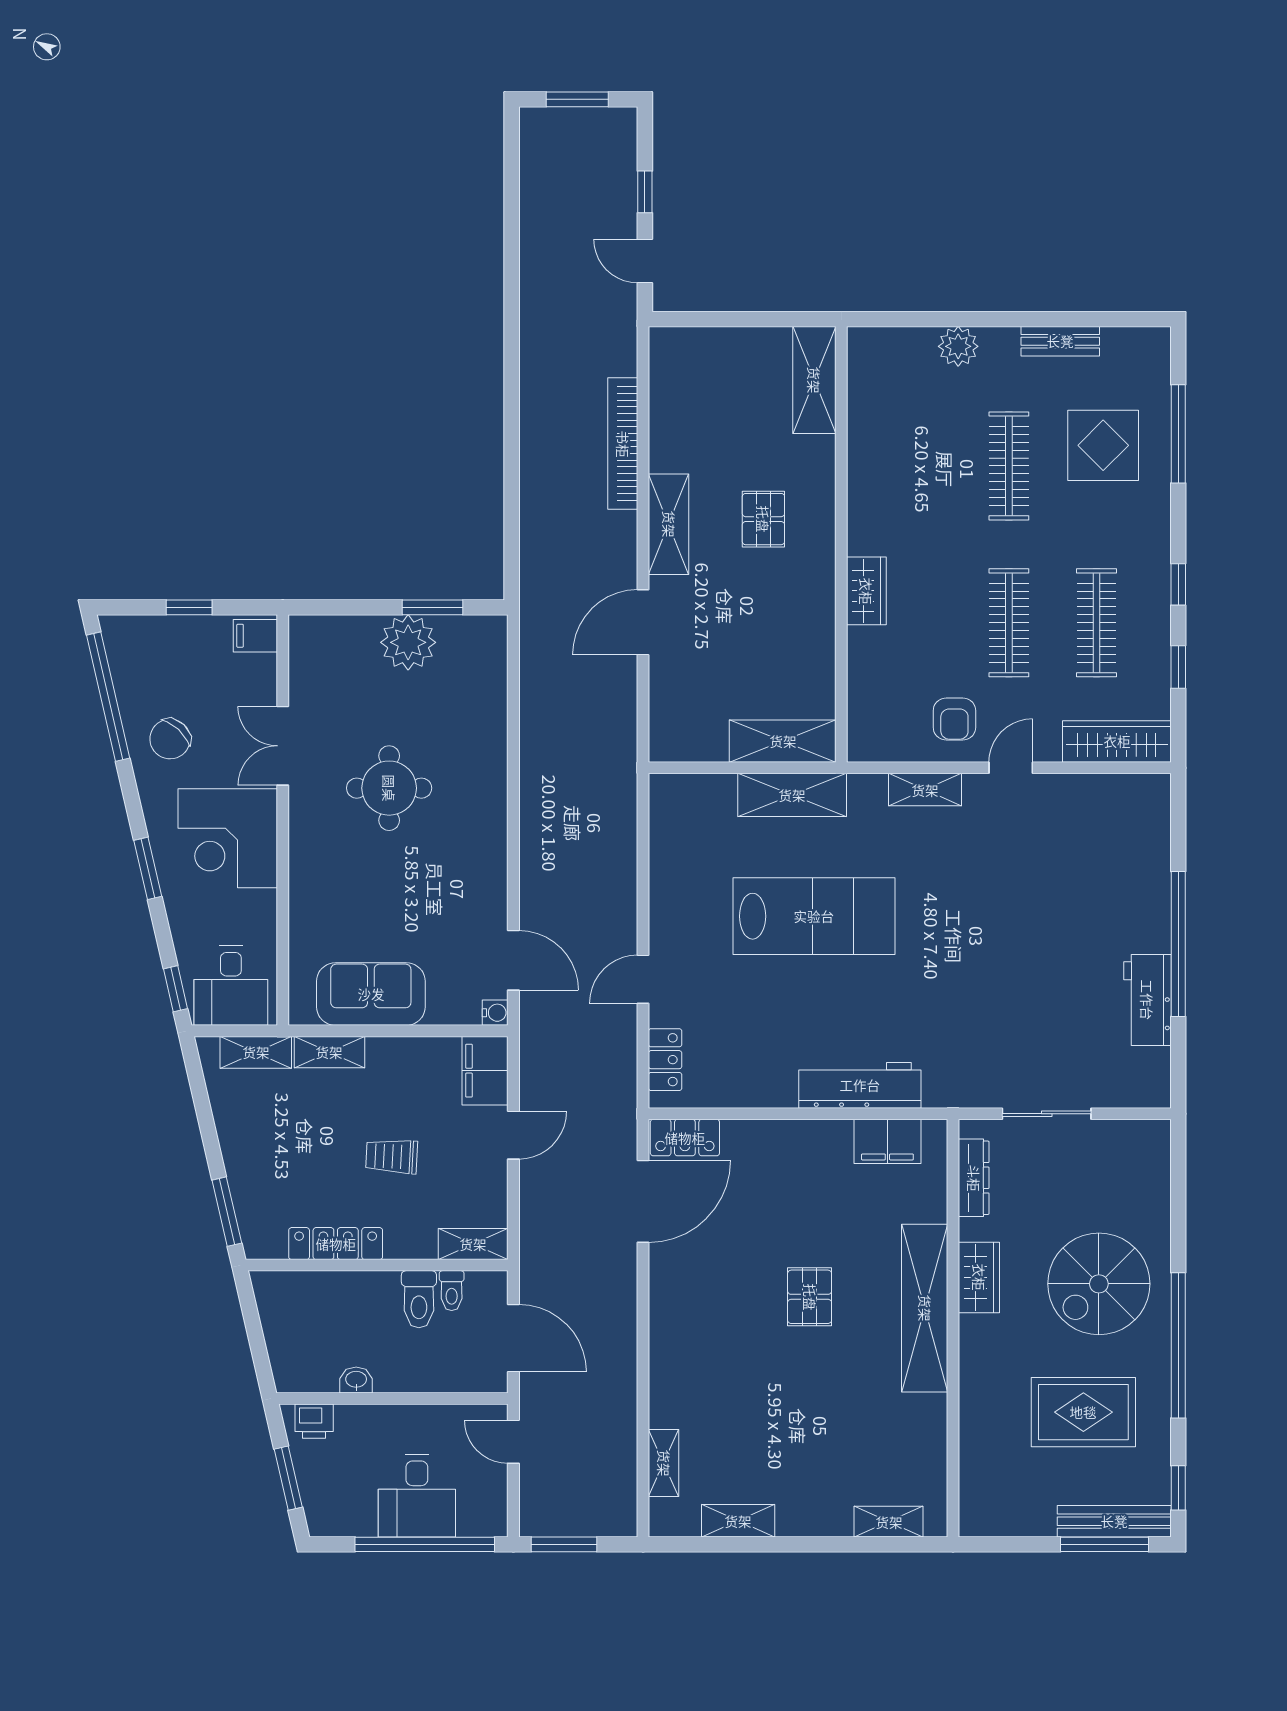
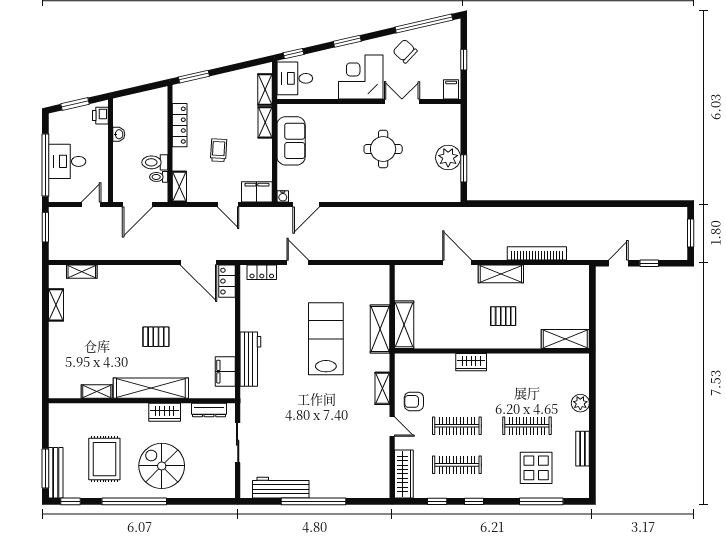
lab bench: (814, 916) -> (326, 339), turned 180
workbench: (1147, 1000) -> (281, 488), width x1.38
shelving: (889, 1522) -> (97, 391), moved, turned 90

